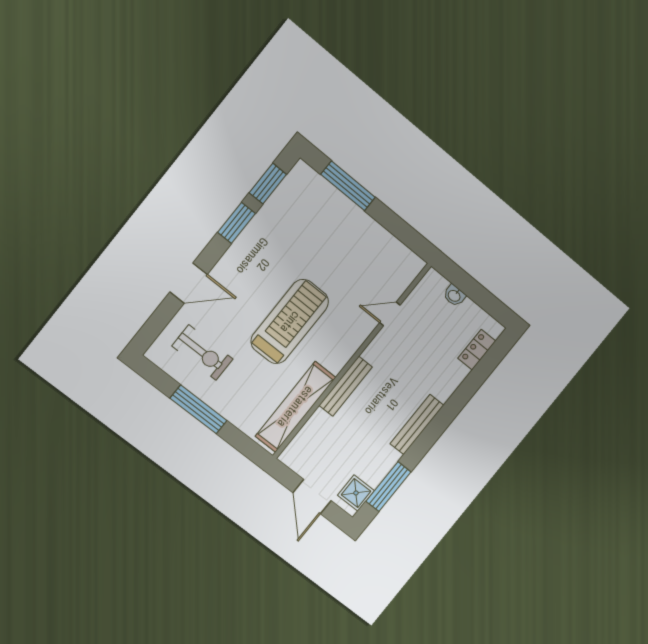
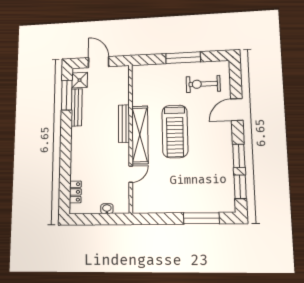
shelving: (295, 407) -> (140, 135), moved
bench: (417, 425) -> (77, 107), moved

